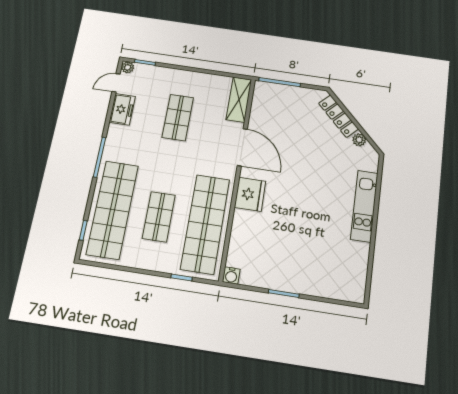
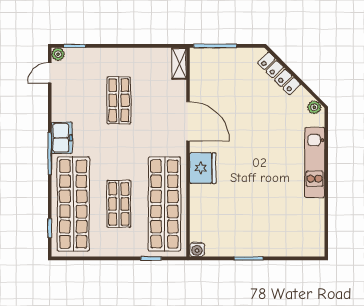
shelving: (239, 99) -> (179, 63), width x0.67, depth x0.75
freezer: (122, 109) -> (62, 138), moved
plant: (359, 140) -> (314, 107), moved

